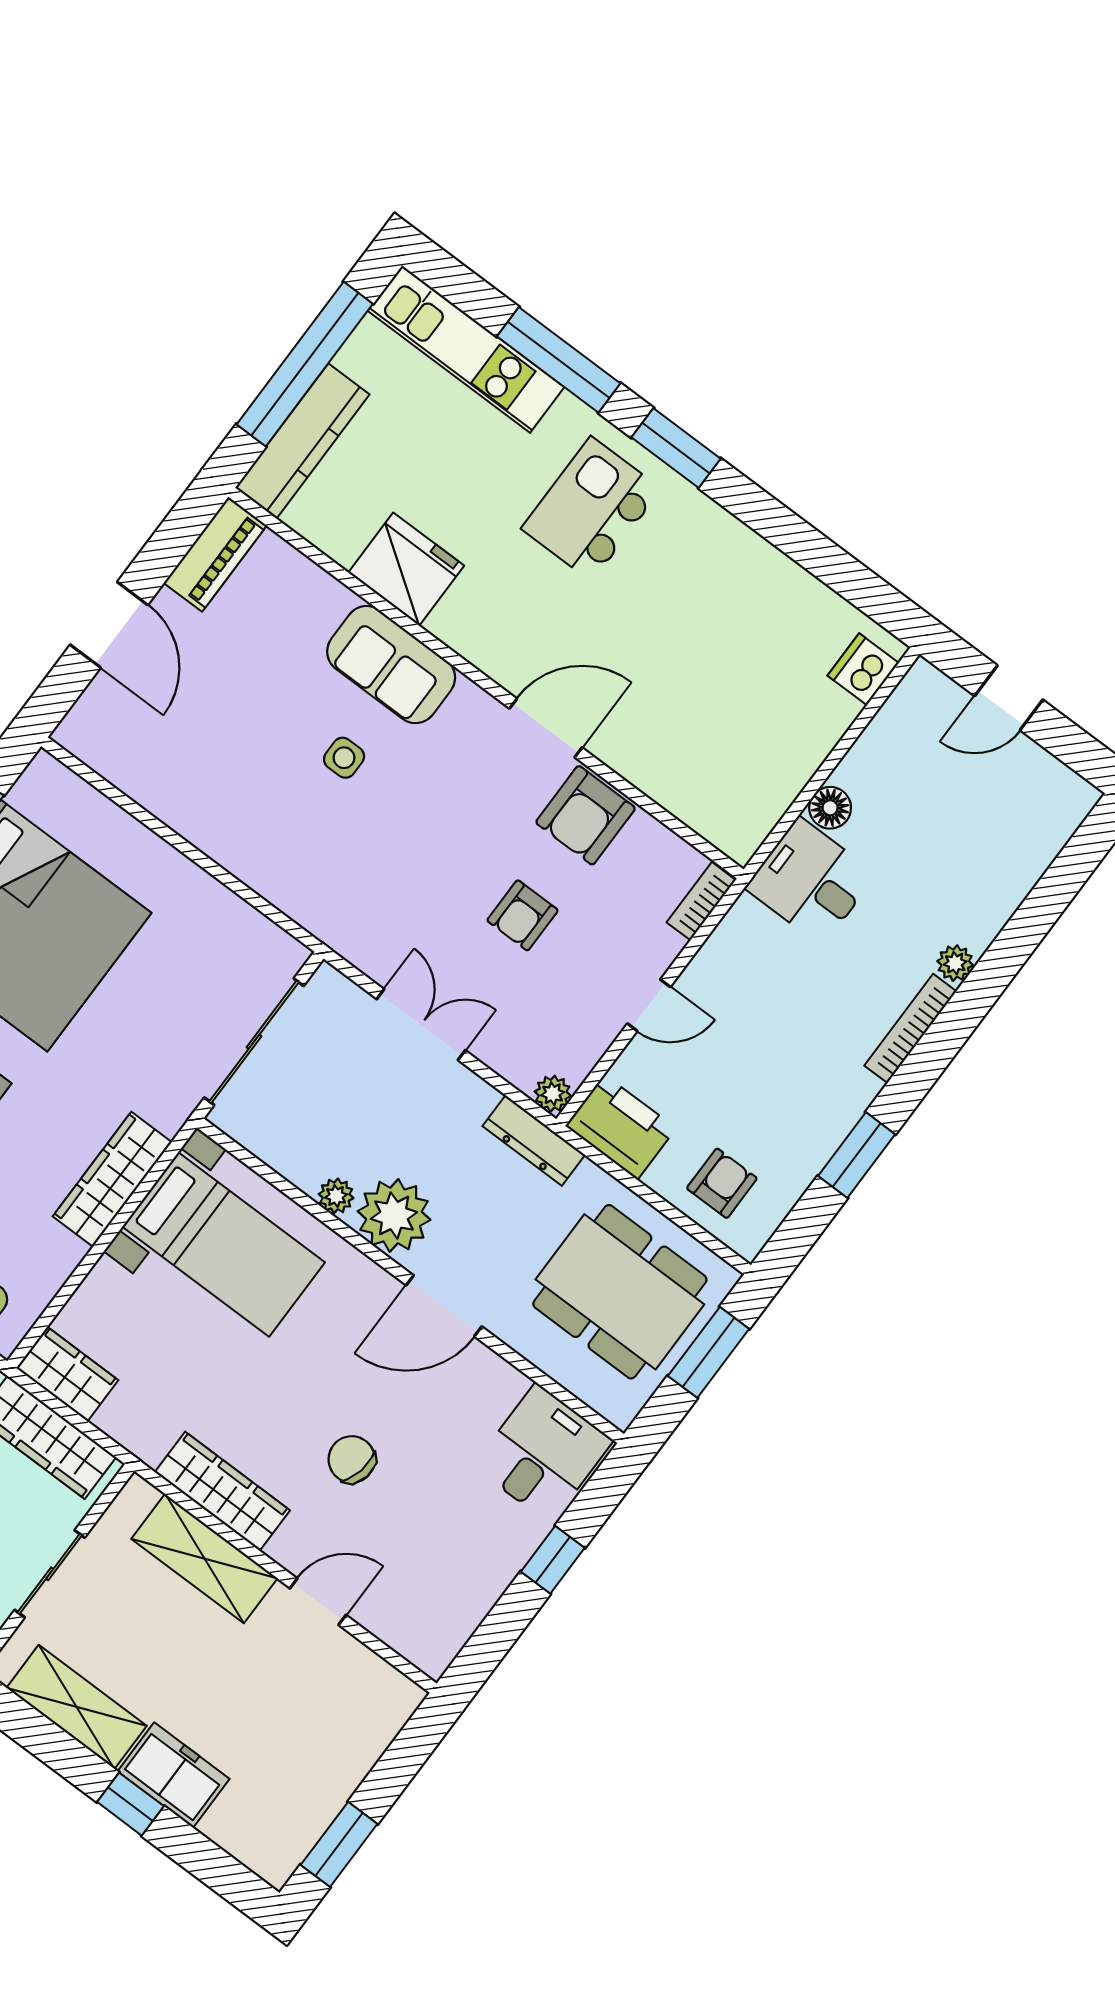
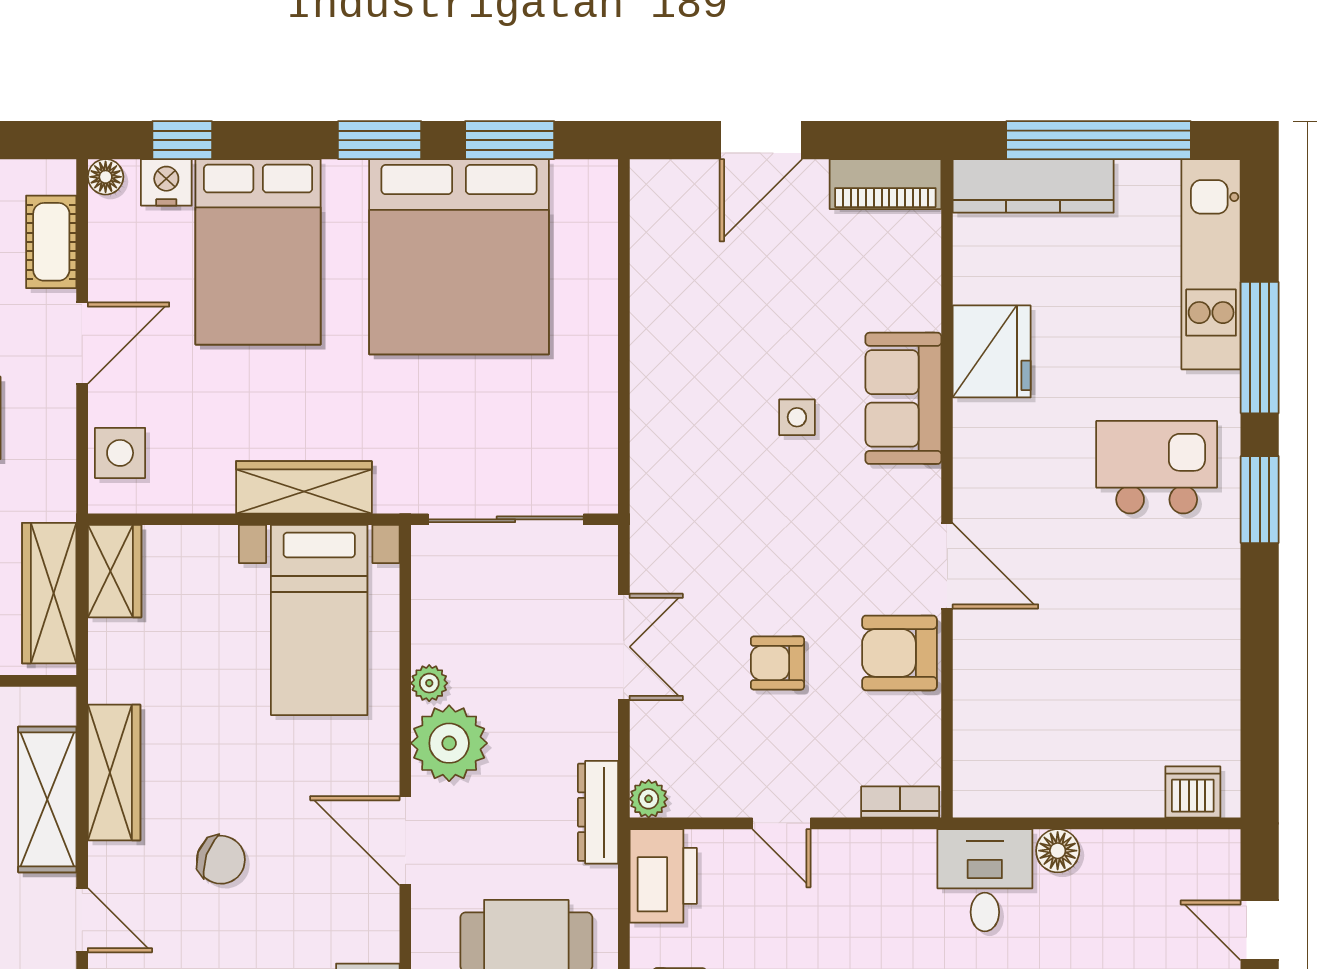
chair: (352, 1459) -> (221, 860), turned 98

